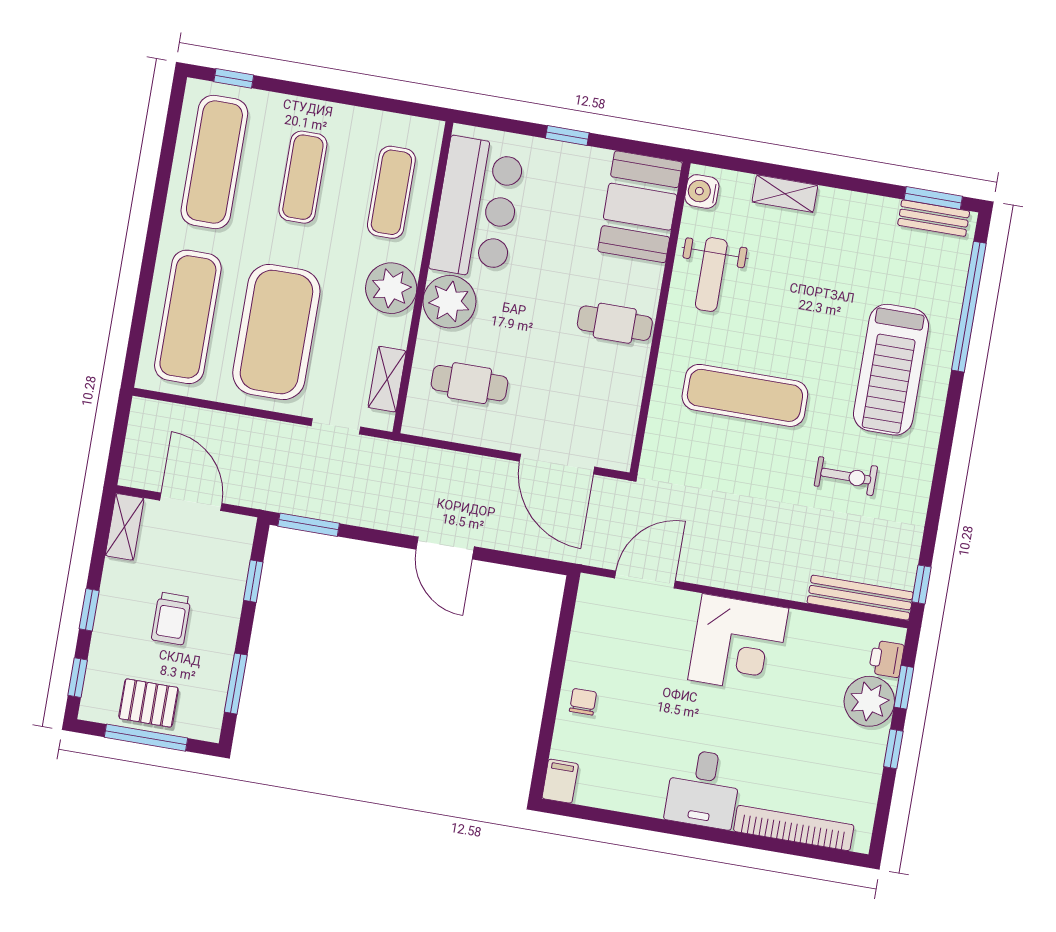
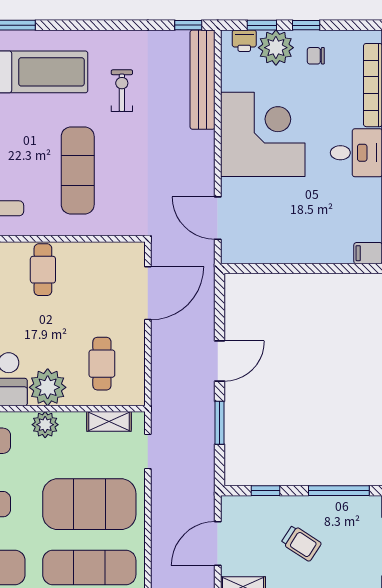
plant: (391, 288) -> (45, 425), width x0.73, depth x0.73
window: (309, 525) -> (220, 423), moved
bench: (860, 598) -> (203, 80), width x1.37, depth x1.21
trolley: (171, 618) -> (301, 543), turned 33
corner desk: (738, 644) -> (263, 134), width x1.36, depth x1.36
window: (236, 684) -> (339, 491), width x1.44
chair: (583, 702) -> (316, 56), moved
pallet: (149, 703) -> (363, 549), removed

